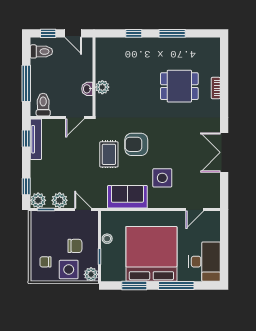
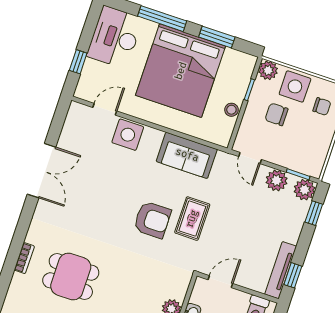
side table: (162, 178) -> (128, 135), moved
window: (224, 236) -> (78, 62), added

